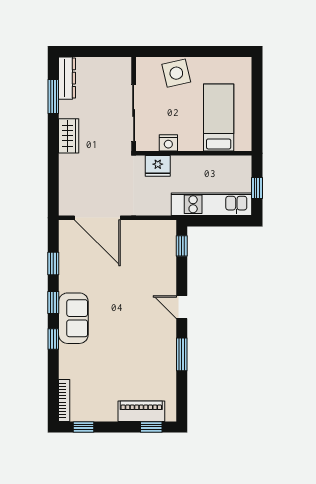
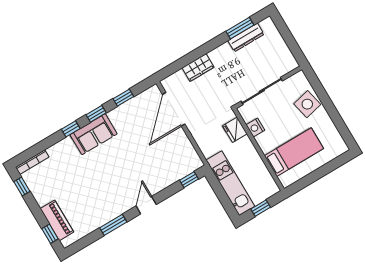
dresser: (67, 78) -> (246, 37), moved
wardrobe: (69, 136) -> (198, 68), moved

